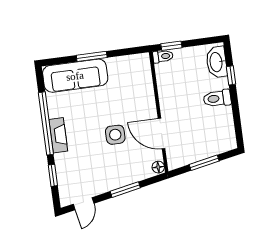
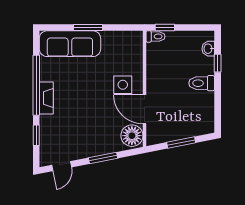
washbasin: (217, 62) -> (208, 49), width x0.52, depth x0.69
side table: (115, 135) -> (123, 85), moved
floor lamp: (158, 167) -> (132, 136), width x1.89, depth x1.89

